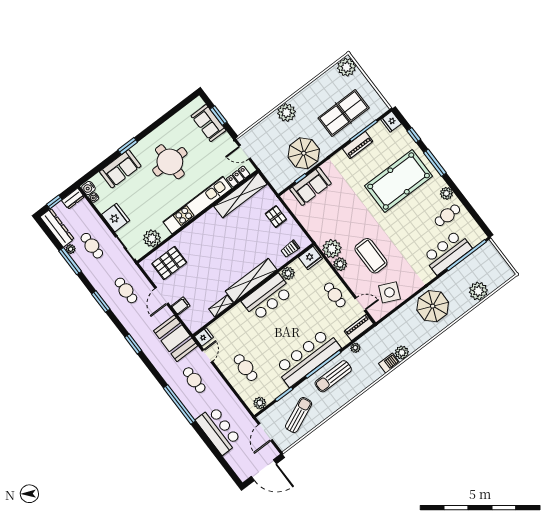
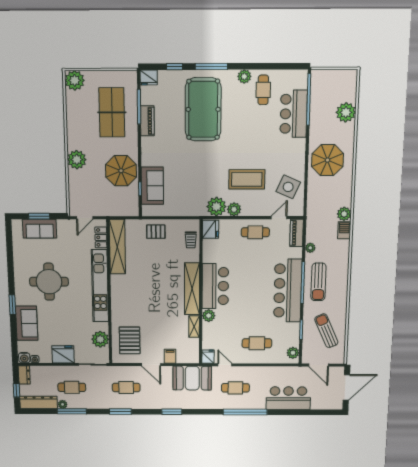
plant: (288, 273) -> (209, 316), moved

